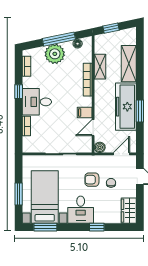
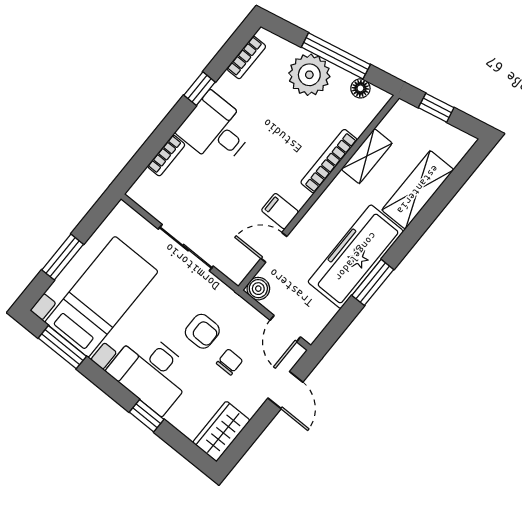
door: (122, 154) -> (285, 329), swing flipped
armchair: (92, 180) -> (202, 331), turned 180
desk: (81, 210) -> (151, 372), width x1.37

